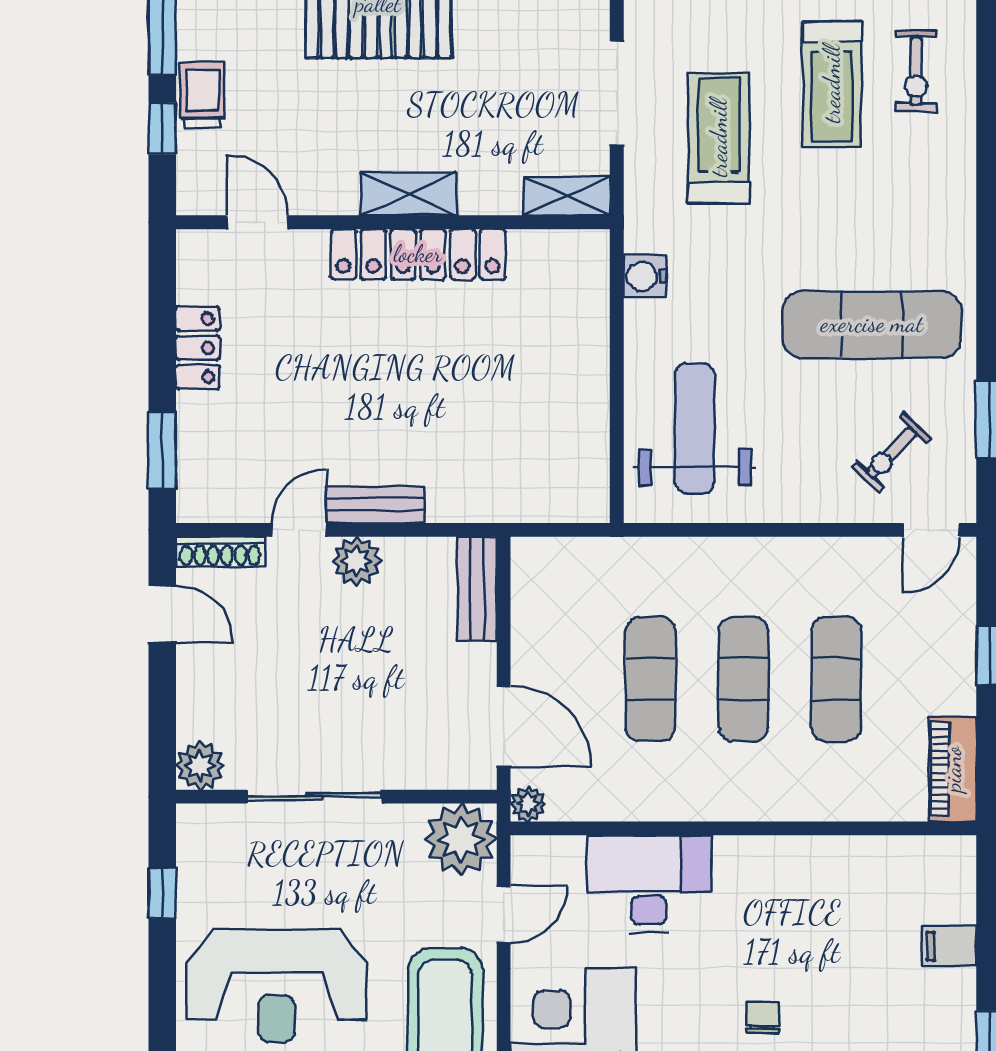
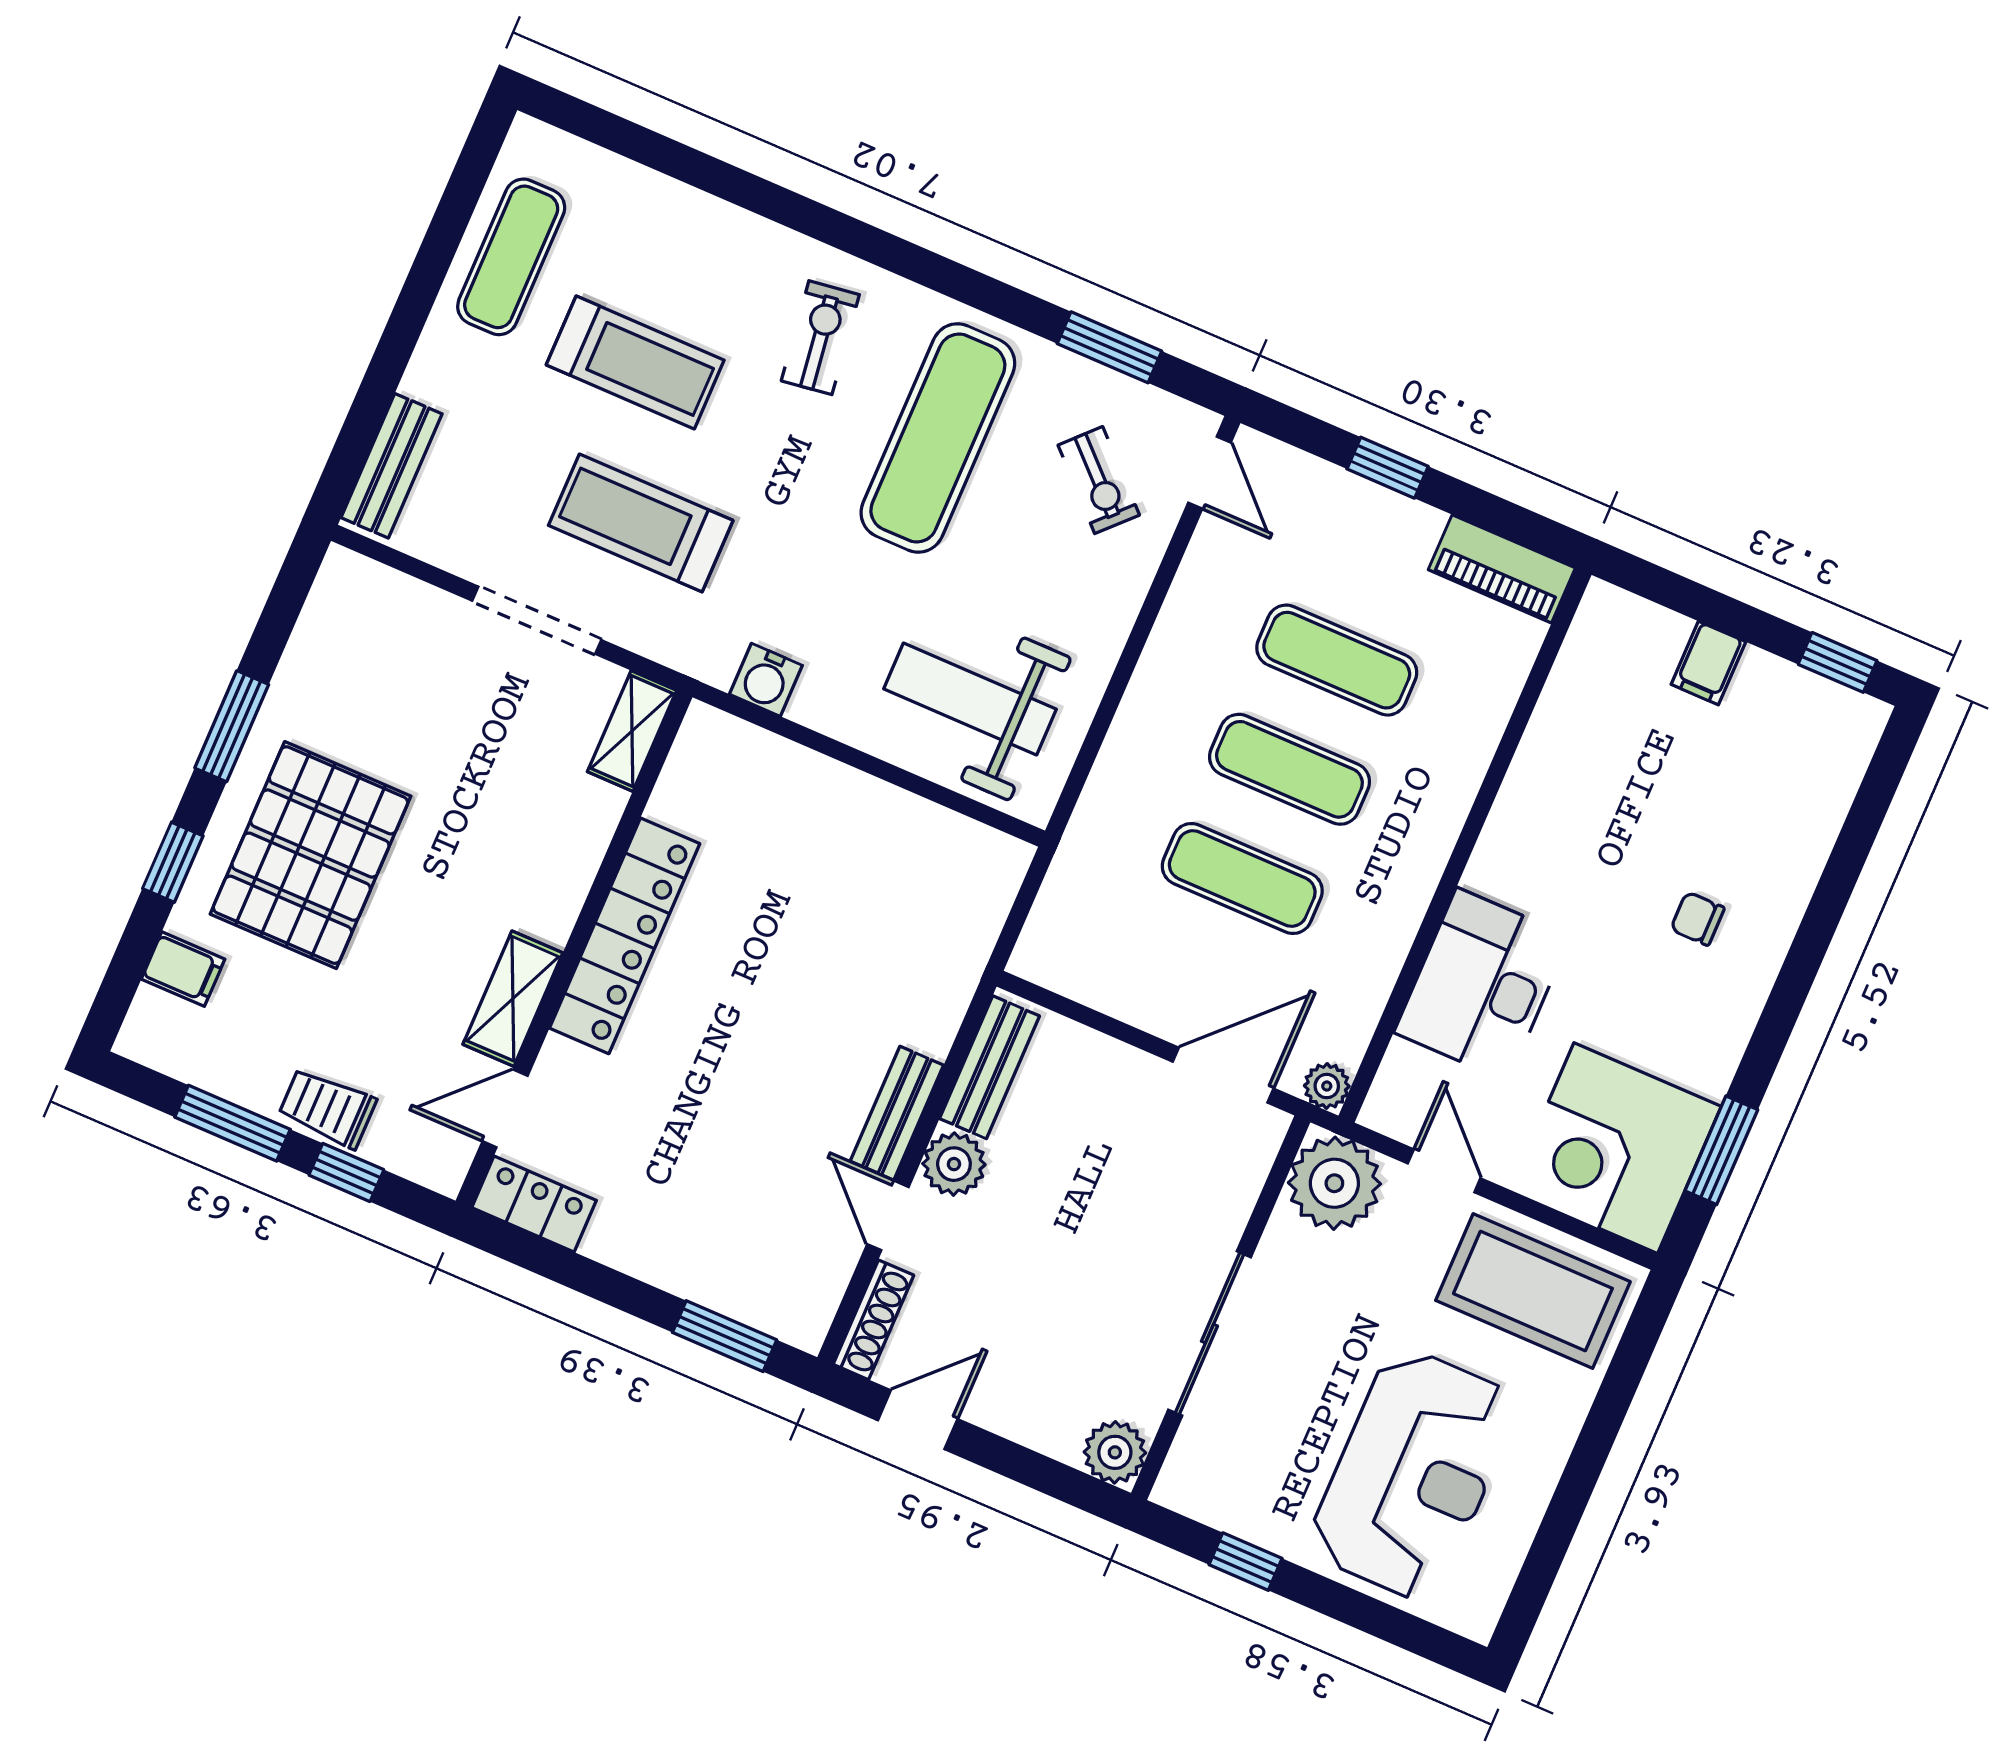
exercise bike: (916, 71) -> (820, 338), moved, turned -98
shelving: (409, 194) -> (513, 999), moved
locker: (198, 348) -> (534, 1204), moved
bench: (477, 589) -> (990, 1067), moved, turned 90

